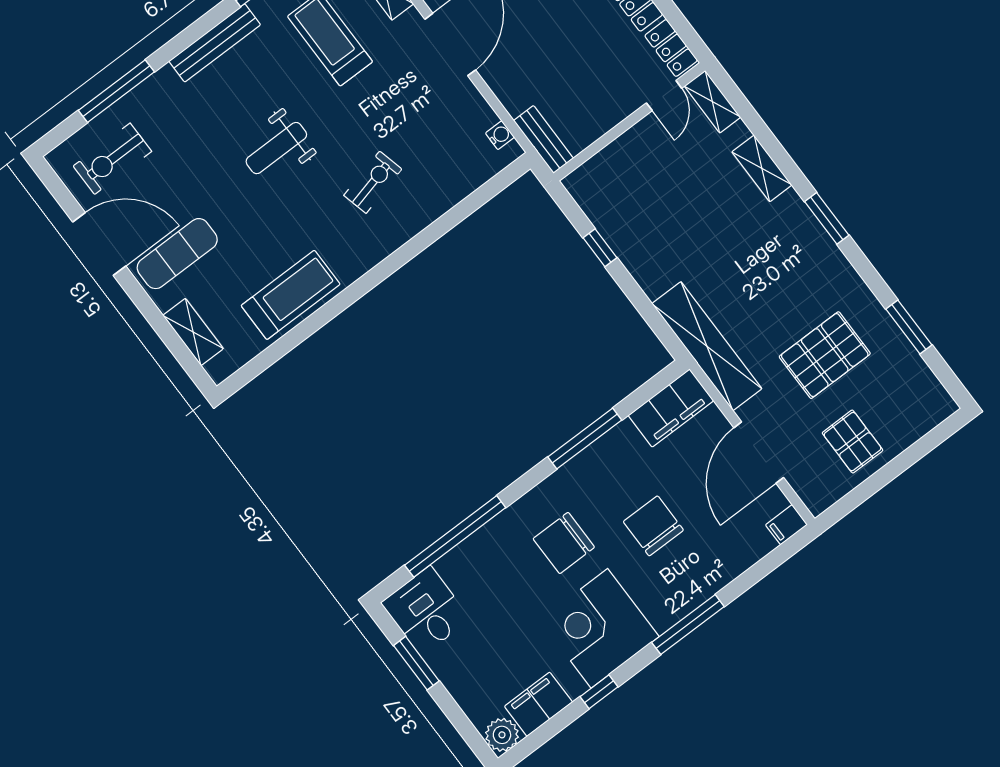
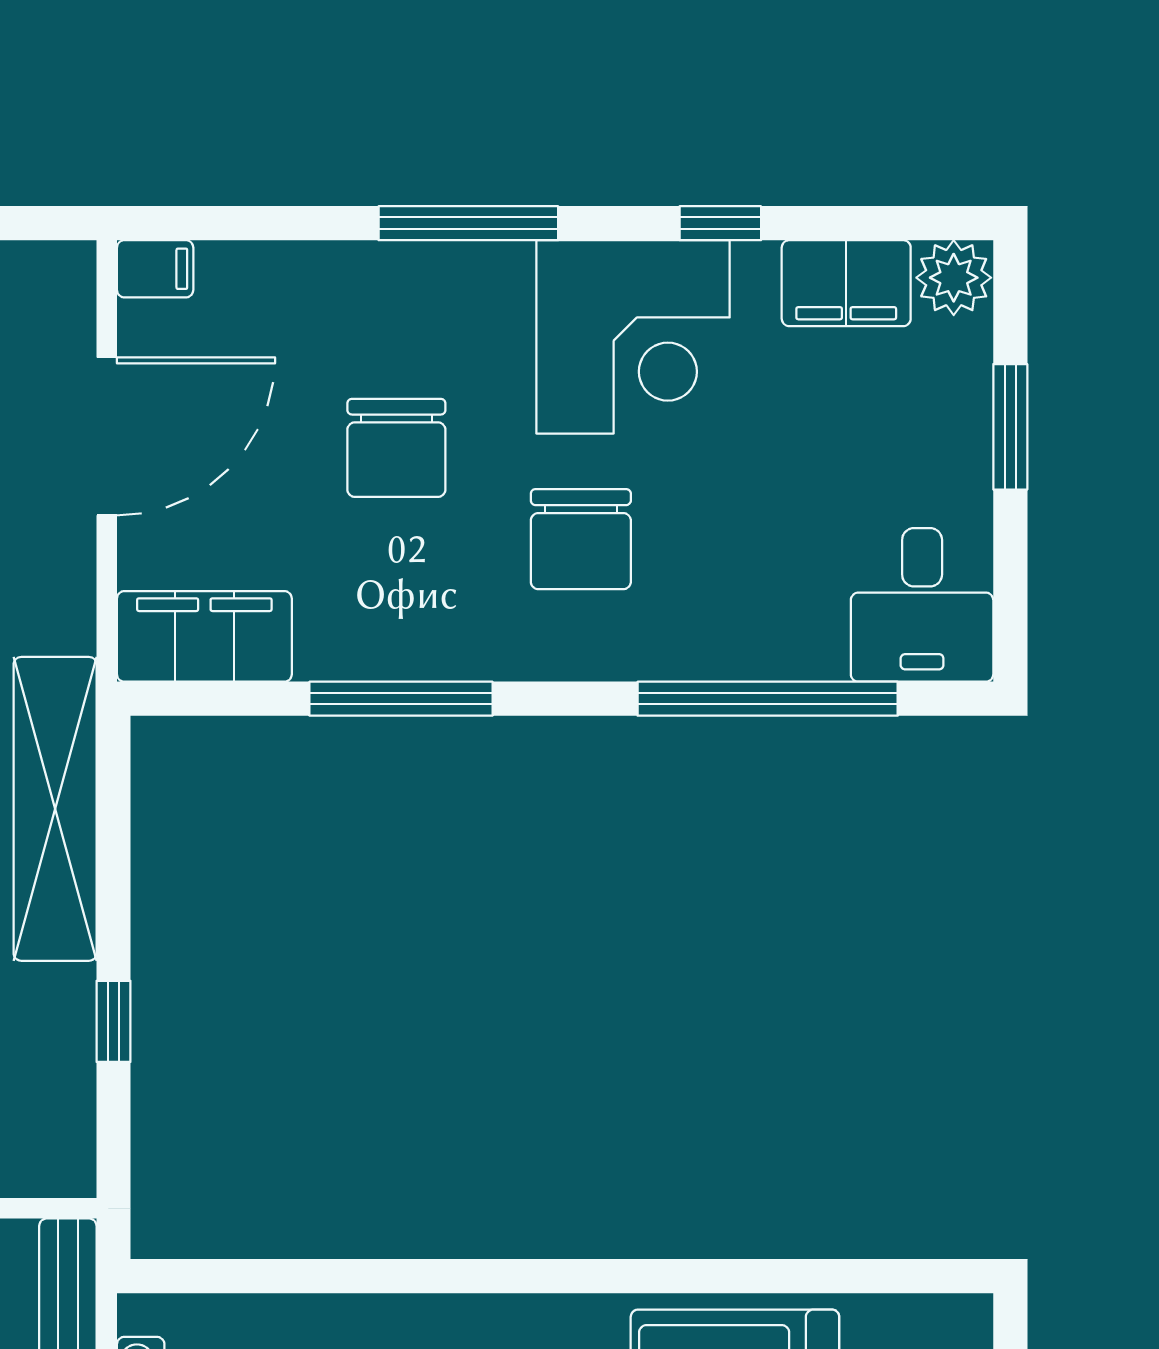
shelving: (707, 346) -> (55, 809), moved
chair: (564, 543) -> (581, 539), turned 90
window: (416, 663) -> (1010, 427), moved

